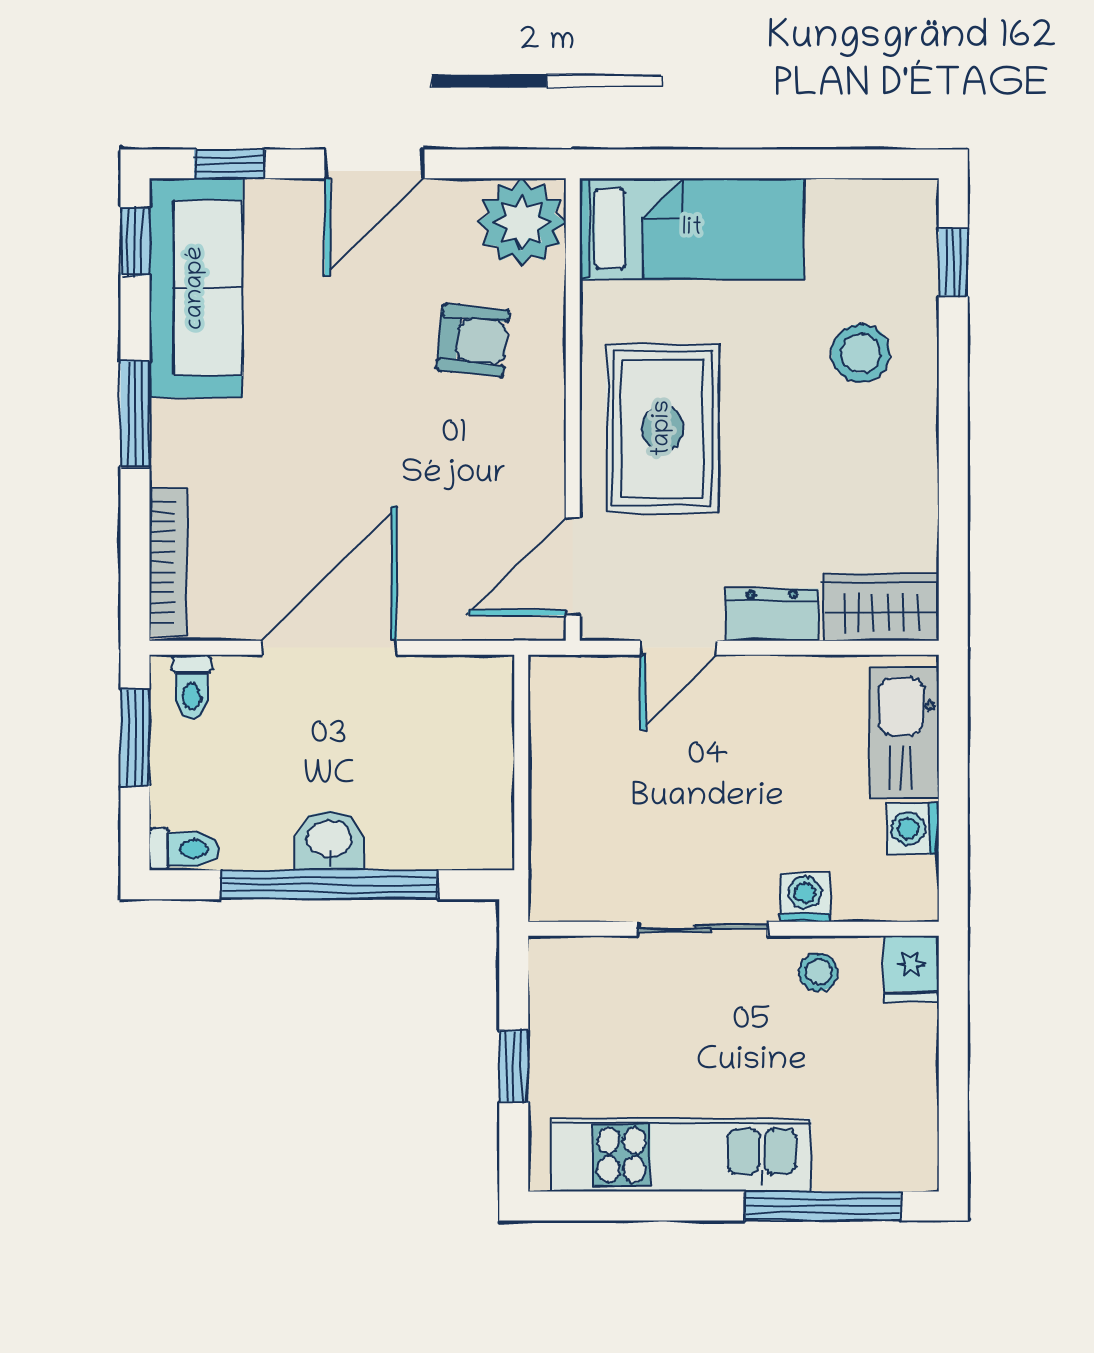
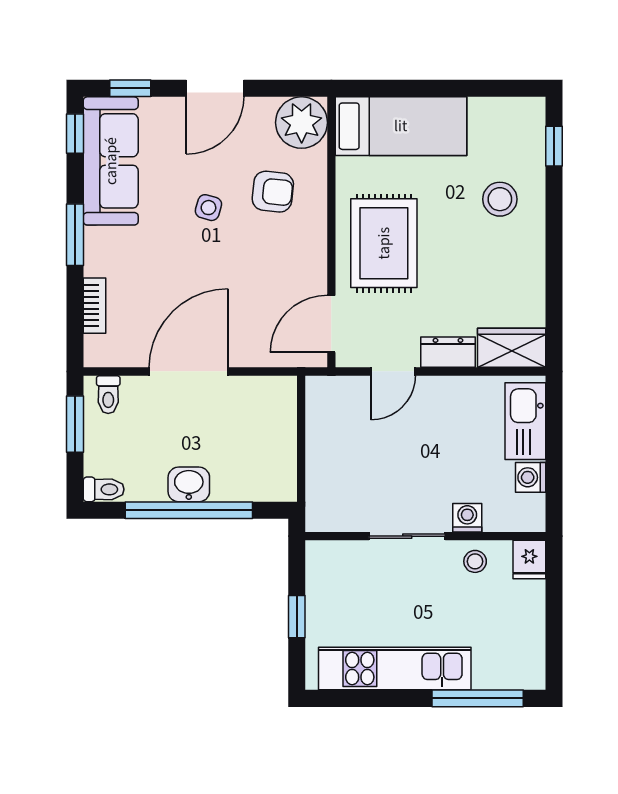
side table: (363, 368) -> (208, 208), added
bookcase: (168, 562) -> (95, 306), width x0.64

